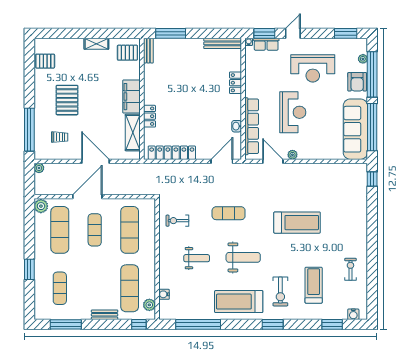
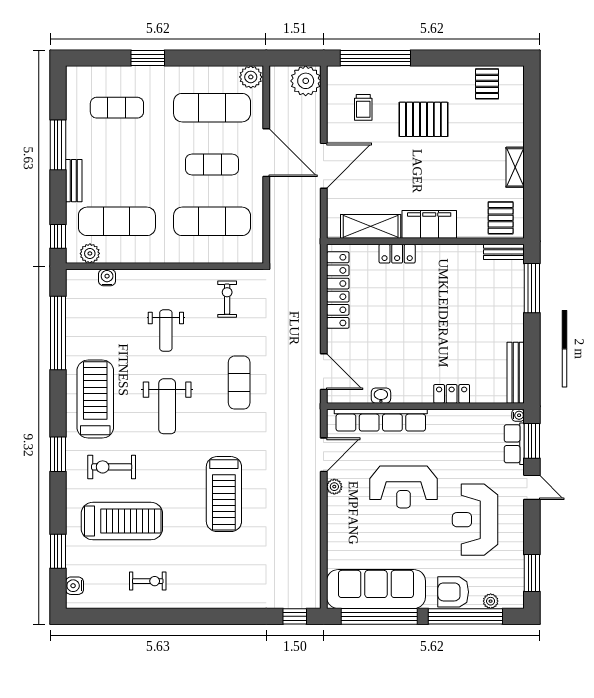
plant: (39, 168) -> (306, 81), width x1.87, depth x1.87
treadmill: (314, 285) -> (122, 521), width x1.37, depth x1.38
window: (66, 324) -> (58, 145), moved

